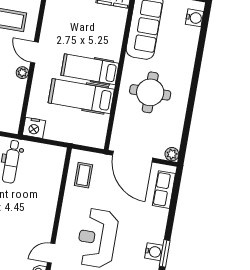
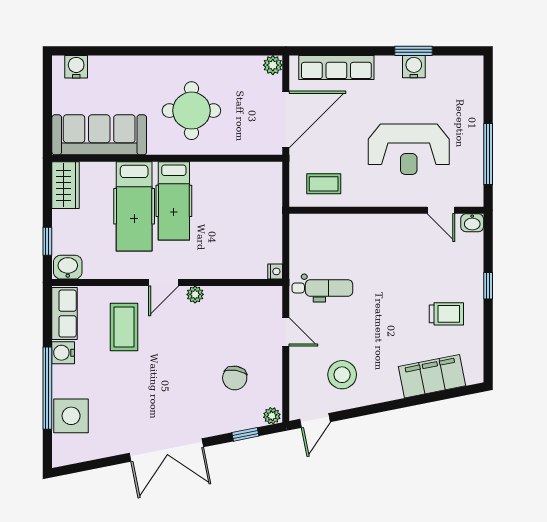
hospital bed: (81, 96) -> (134, 206), moved
nightstand: (34, 128) -> (275, 271), width x0.53, depth x0.56
row of seats: (164, 190) -> (336, 68), width x1.48

